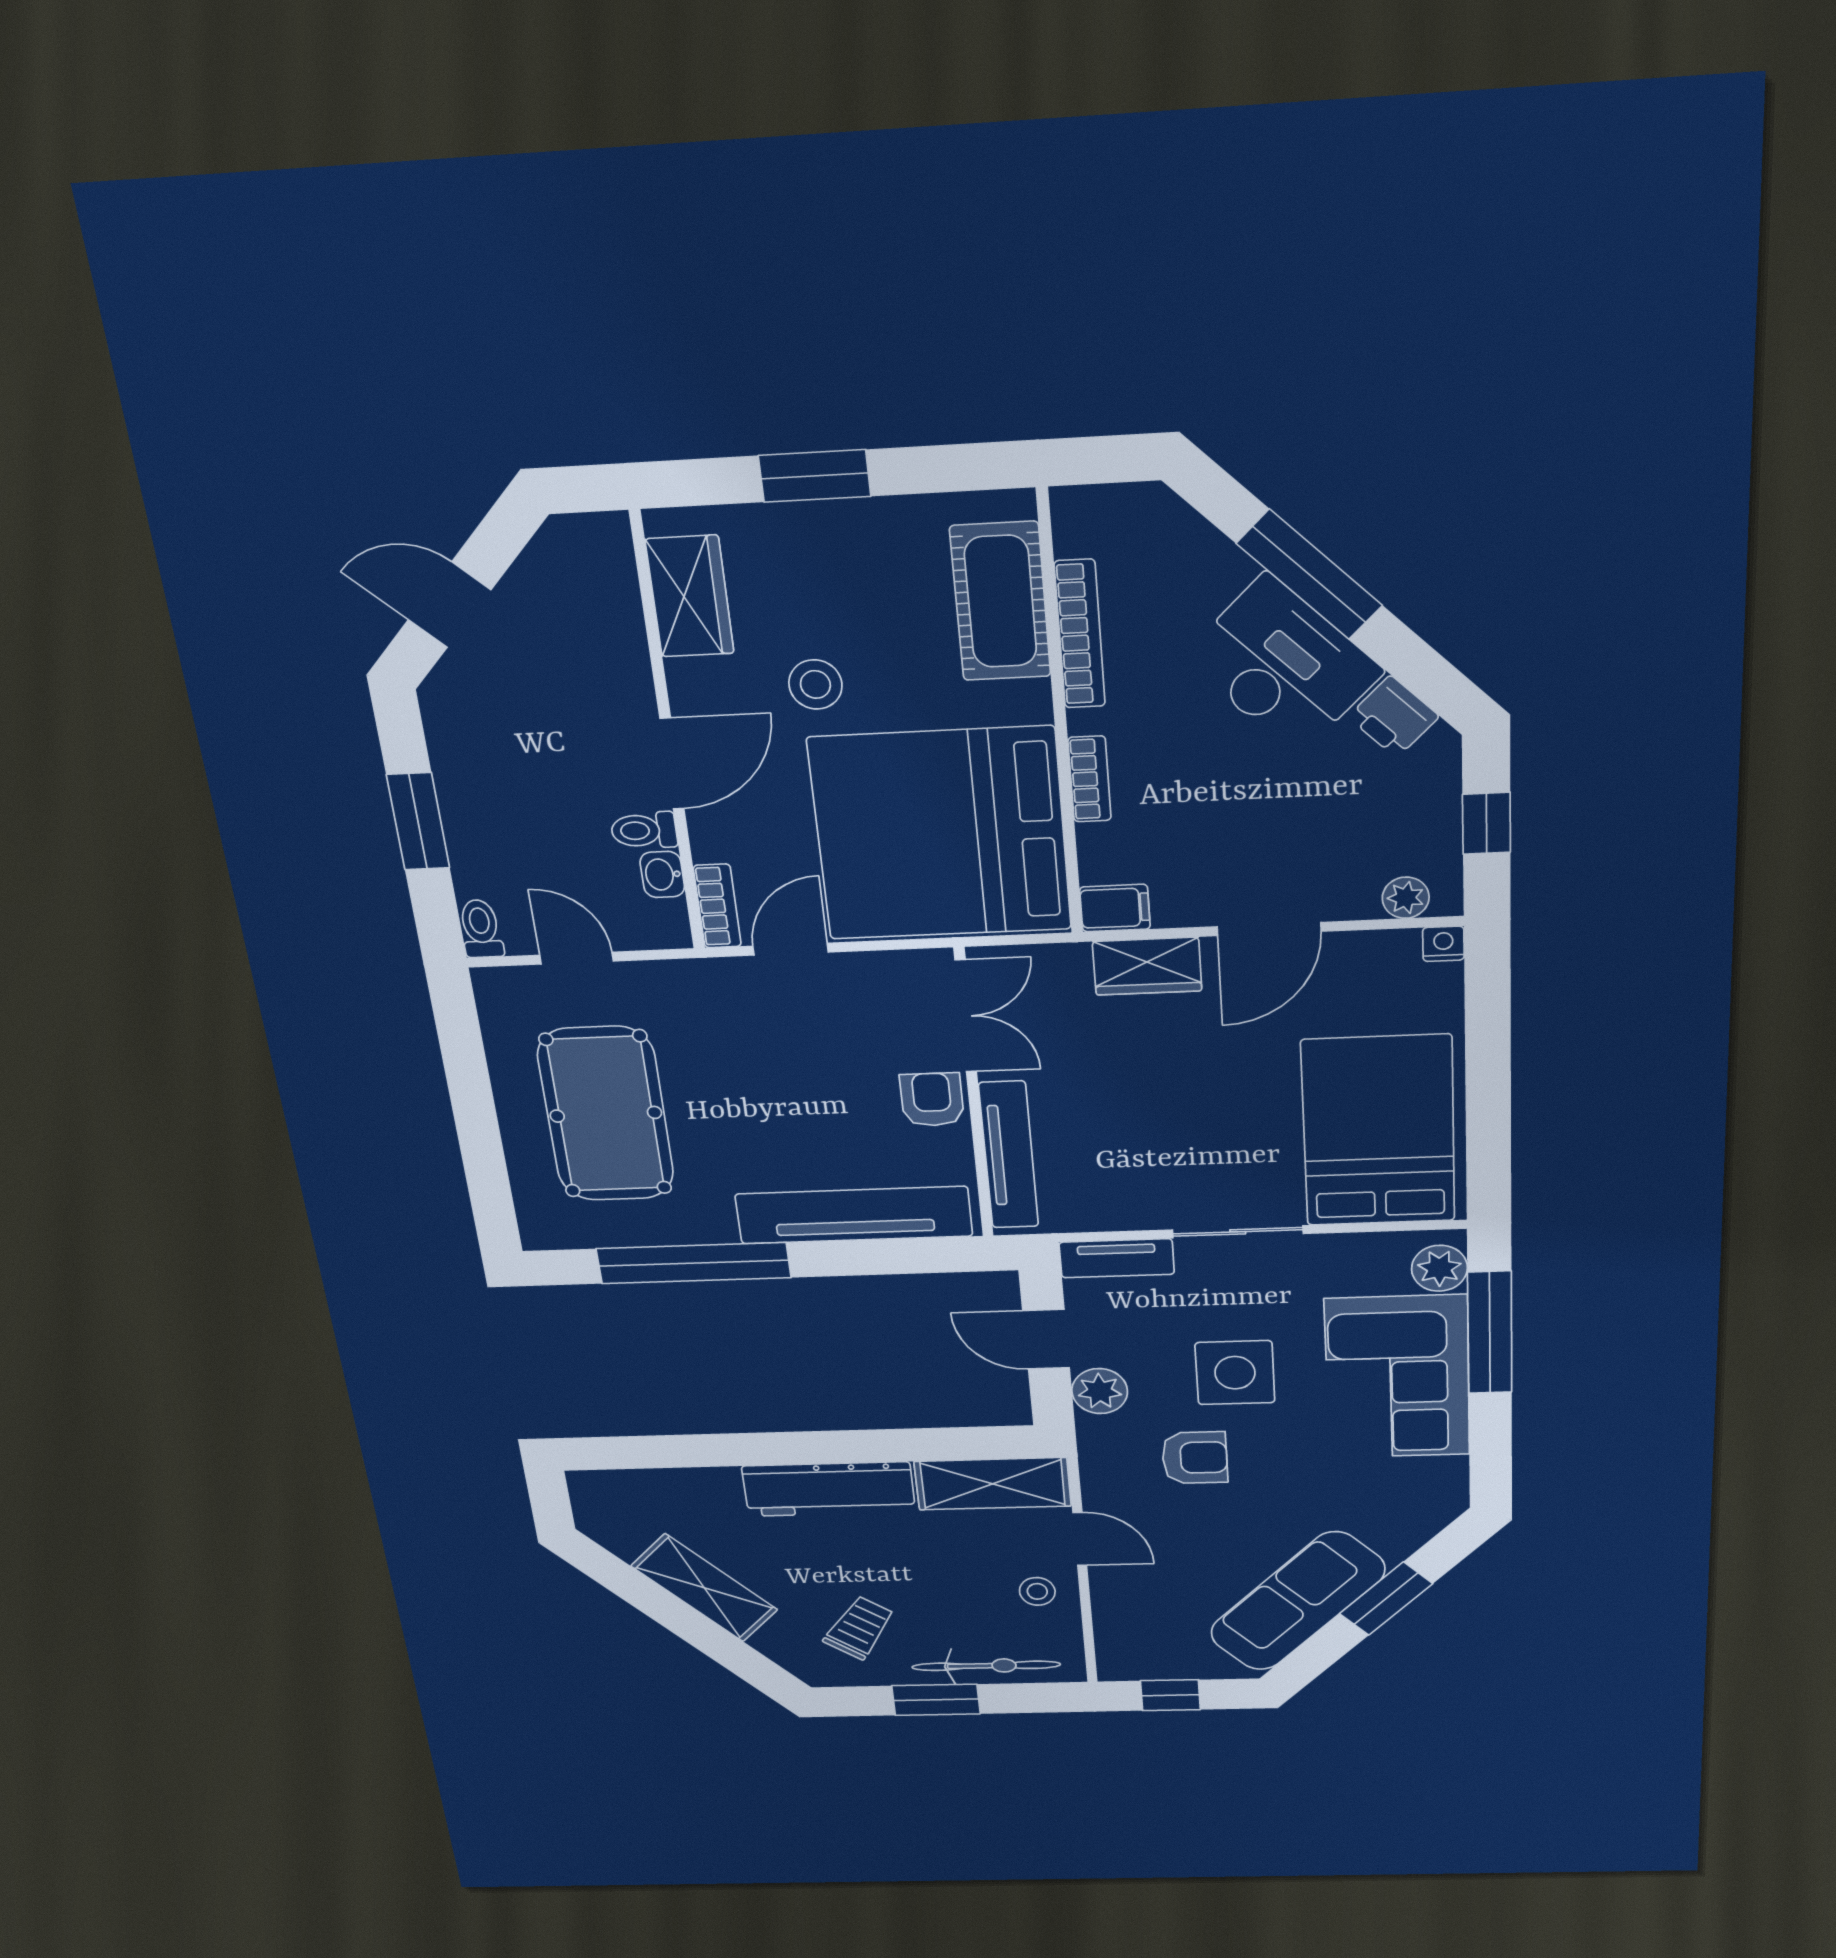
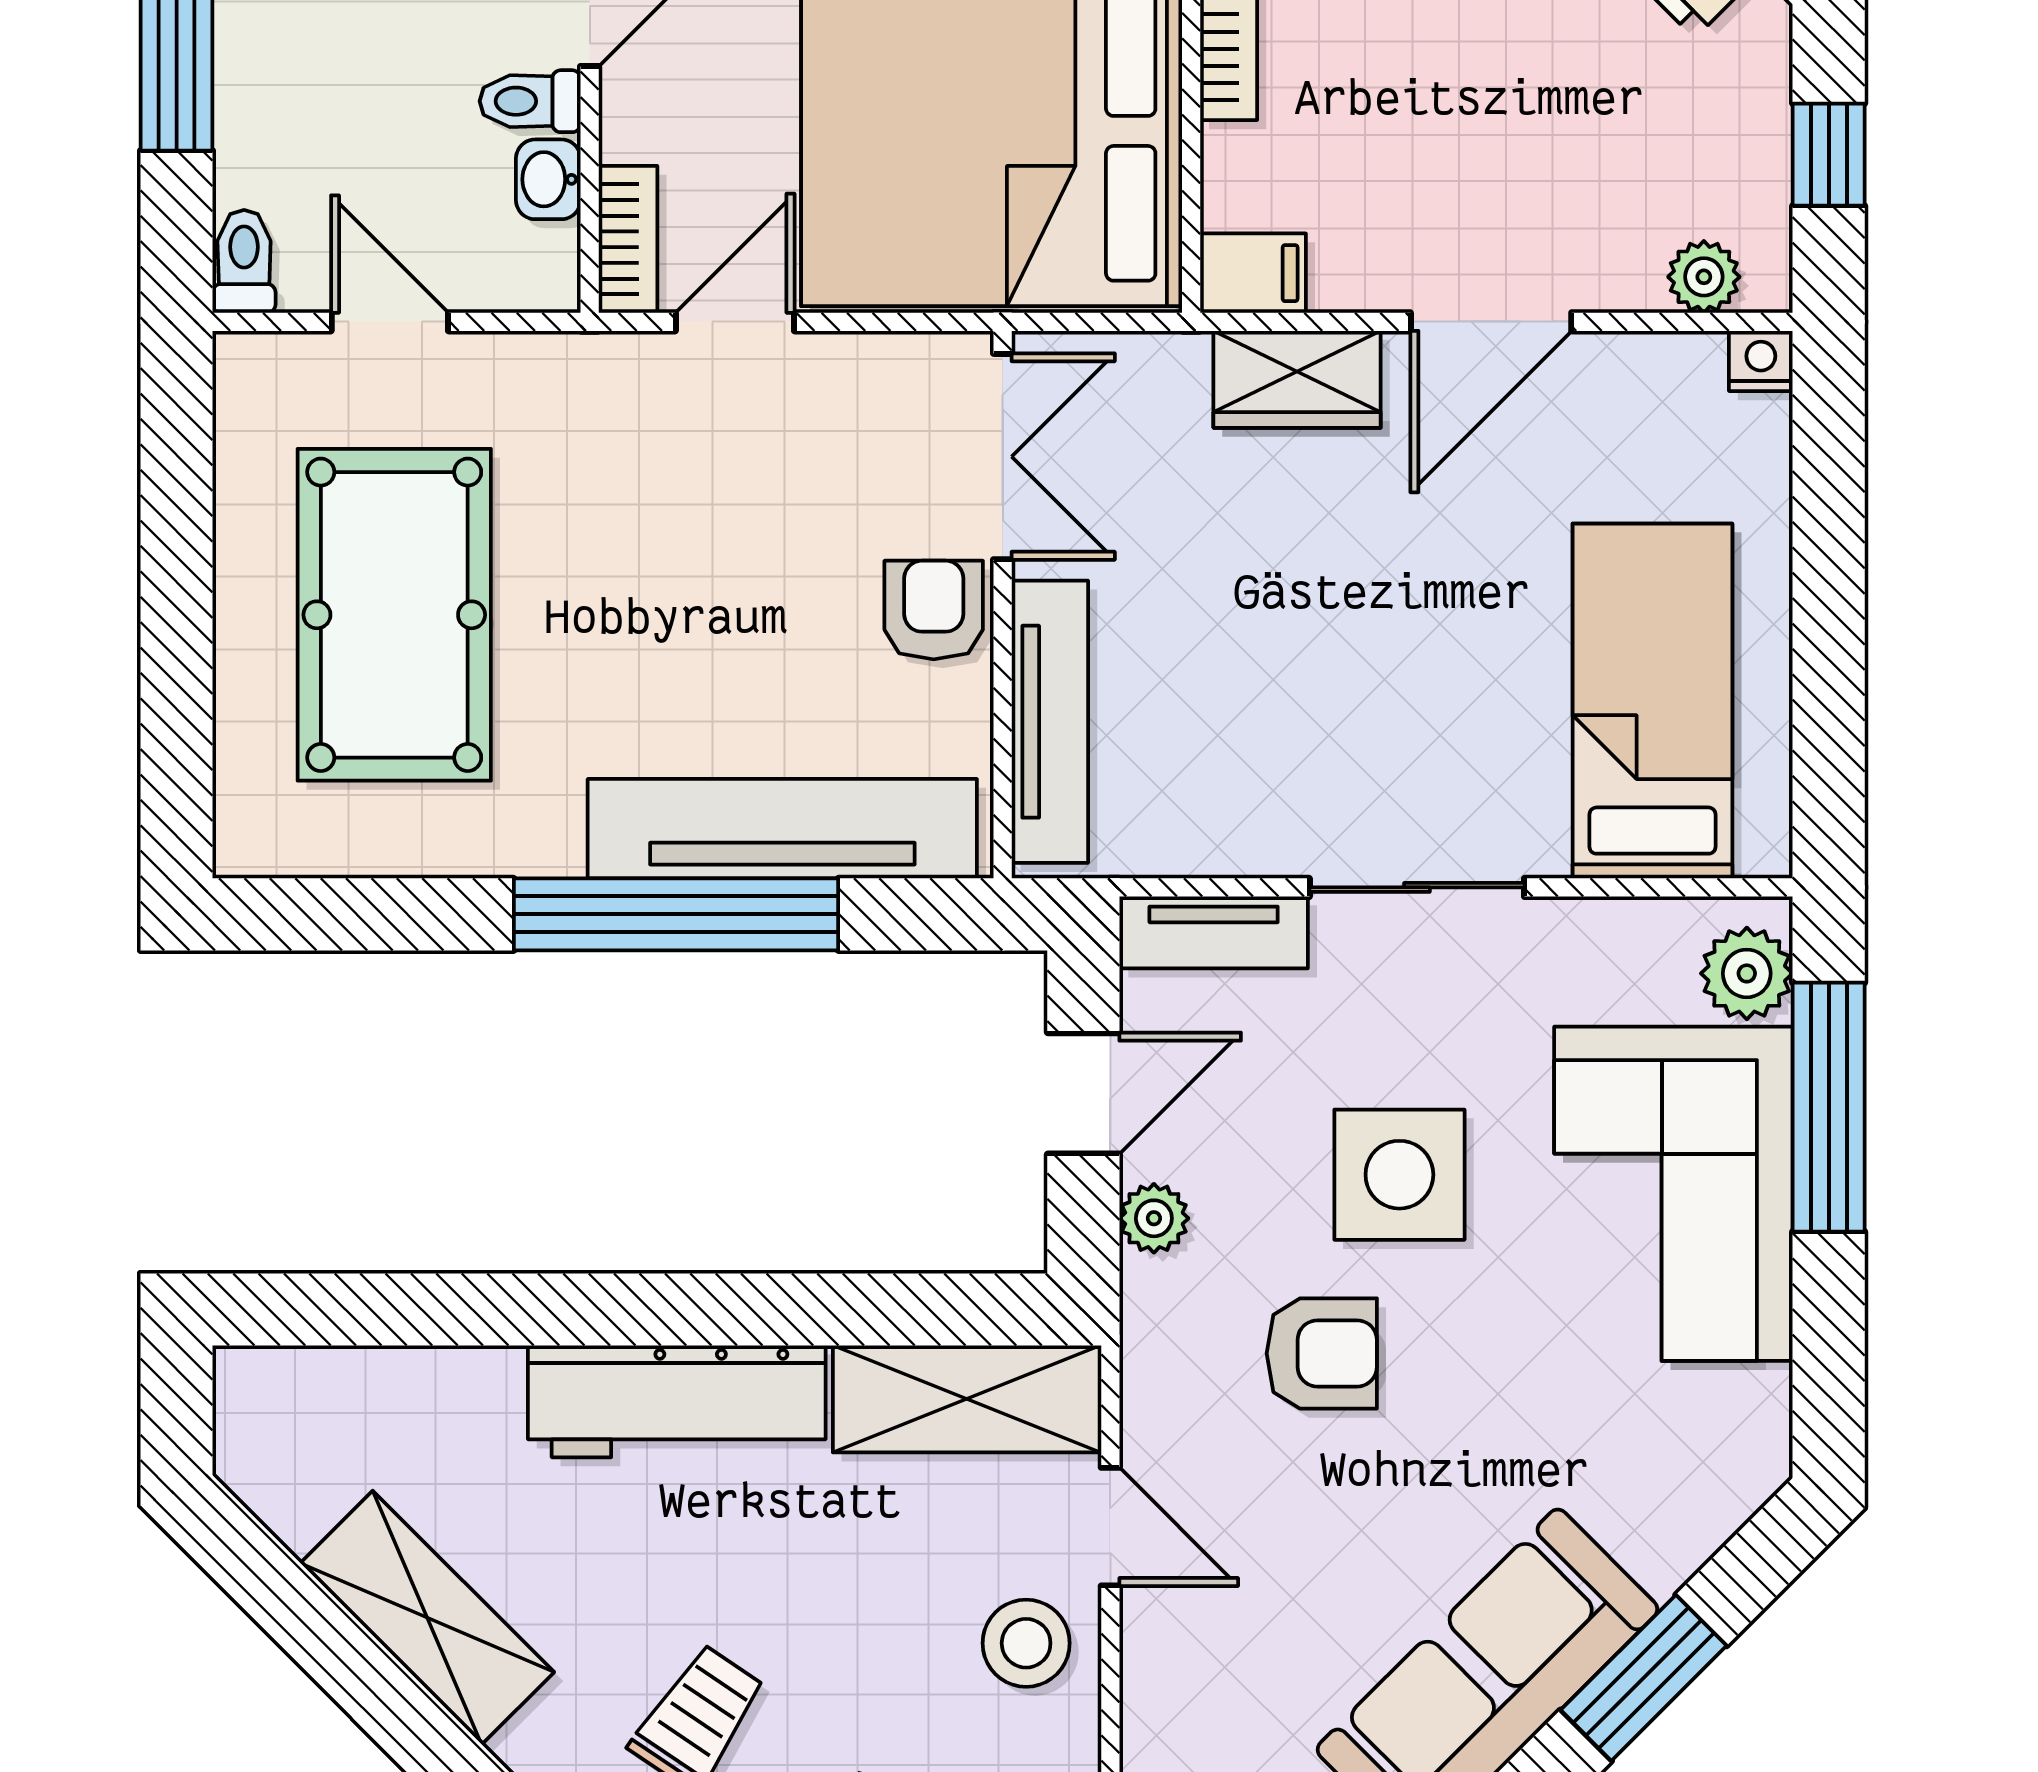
bed: (1378, 1131) -> (1652, 701), width x0.67
window: (694, 1263) -> (676, 914), moved
door: (1046, 1339) -> (1083, 1093), swing flipped
plant: (1100, 1391) -> (1154, 1218), width x0.73, depth x0.73
stool: (1037, 1591) -> (1026, 1643), width x1.37, depth x1.37

